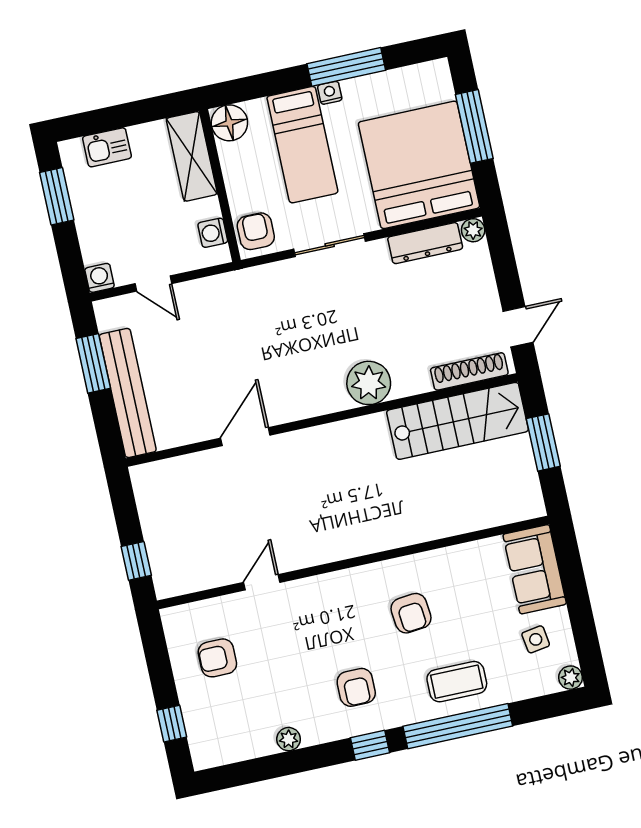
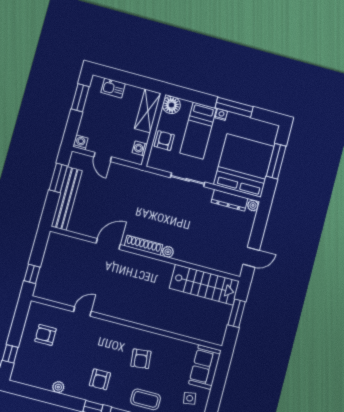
armchair: (256, 231) -> (164, 141), moved
shoe rack: (469, 371) -> (144, 245), moved
plant: (369, 383) -> (168, 252), width x0.53, depth x0.53

